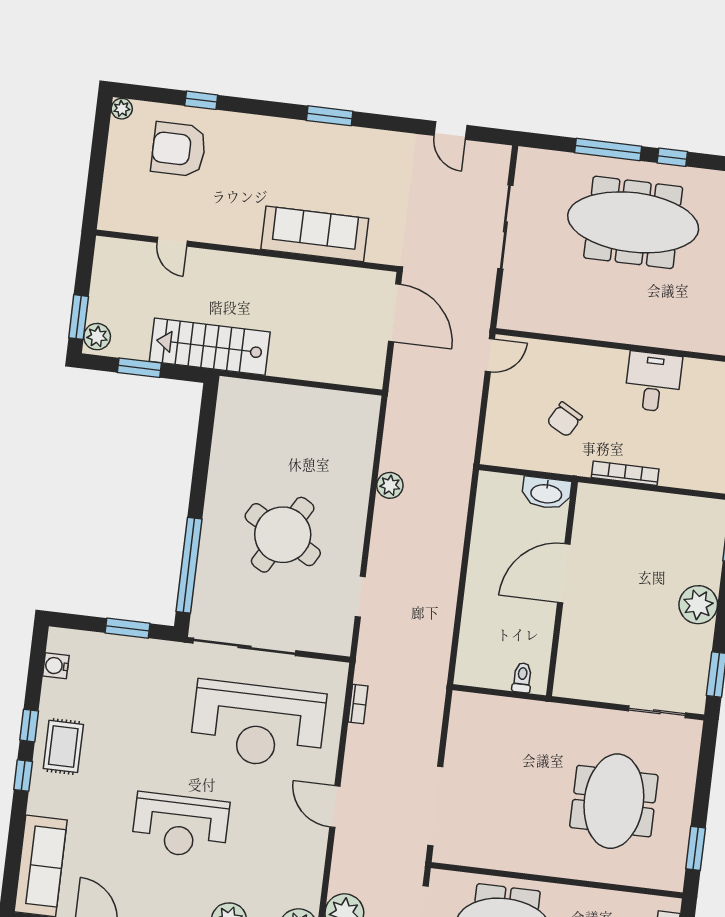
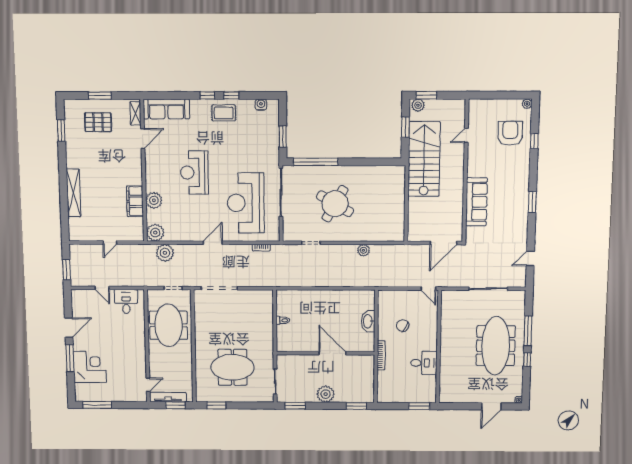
stairs: (210, 347) -> (424, 159), width x1.36, depth x1.51
door: (564, 573) -> (332, 353), moved
wall: (562, 589) -> (325, 353), moved

